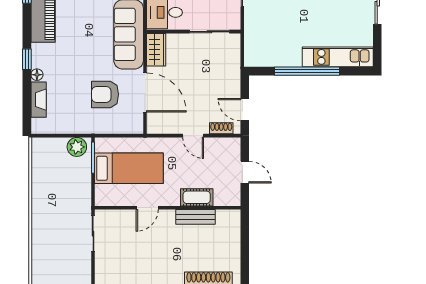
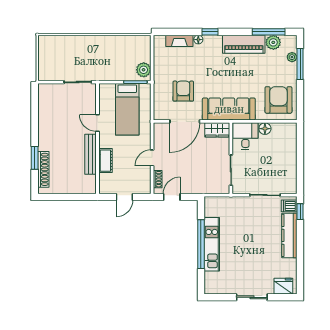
kitchen unit: (338, 57) -> (212, 244), moved
bench: (195, 217) -> (91, 154), width x1.36

